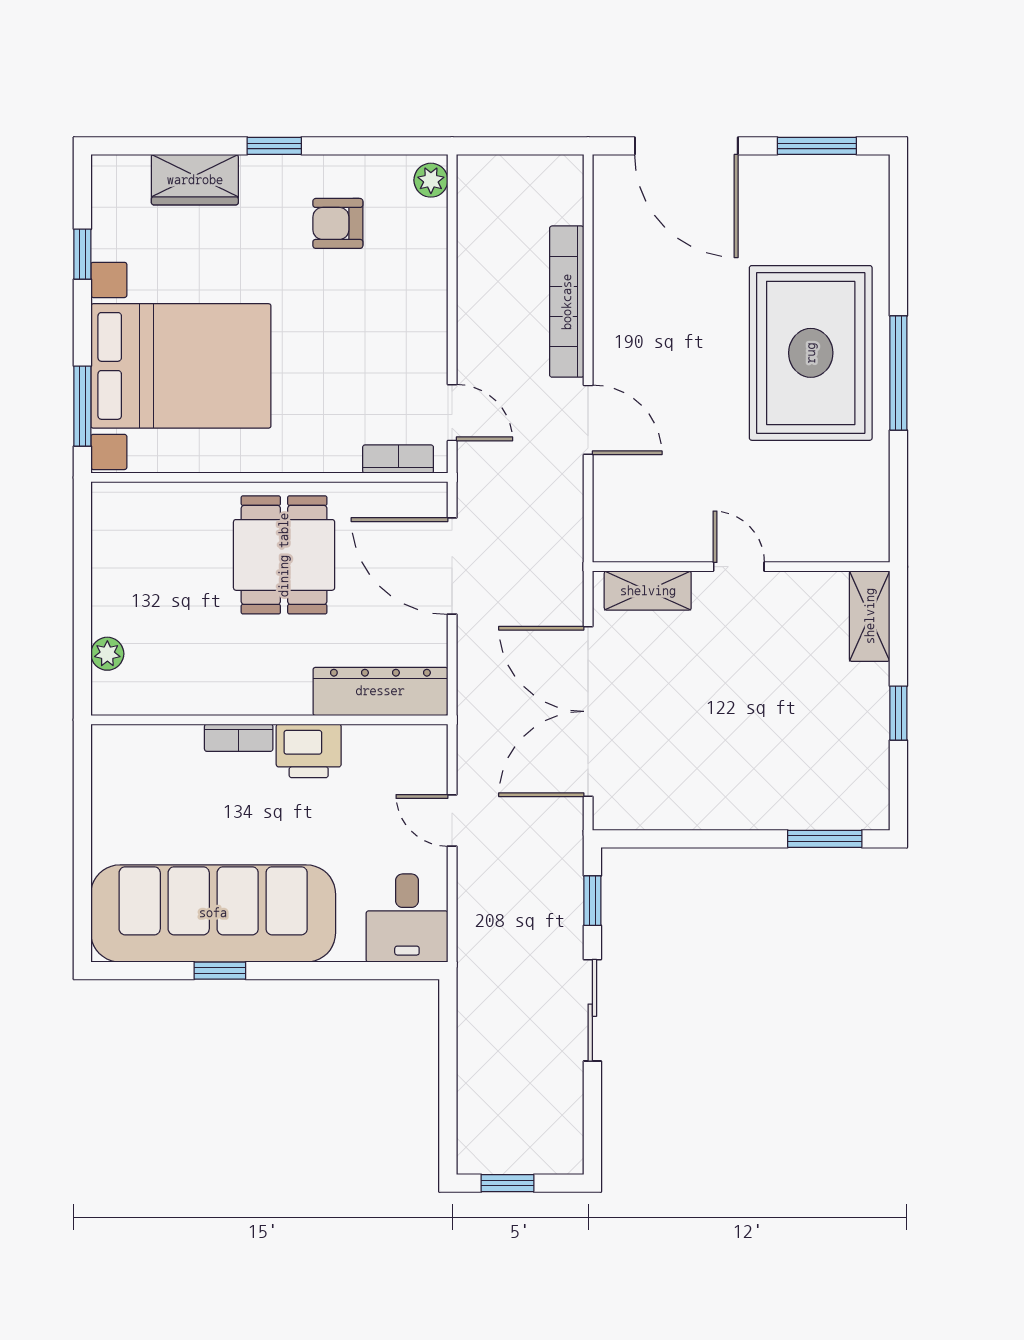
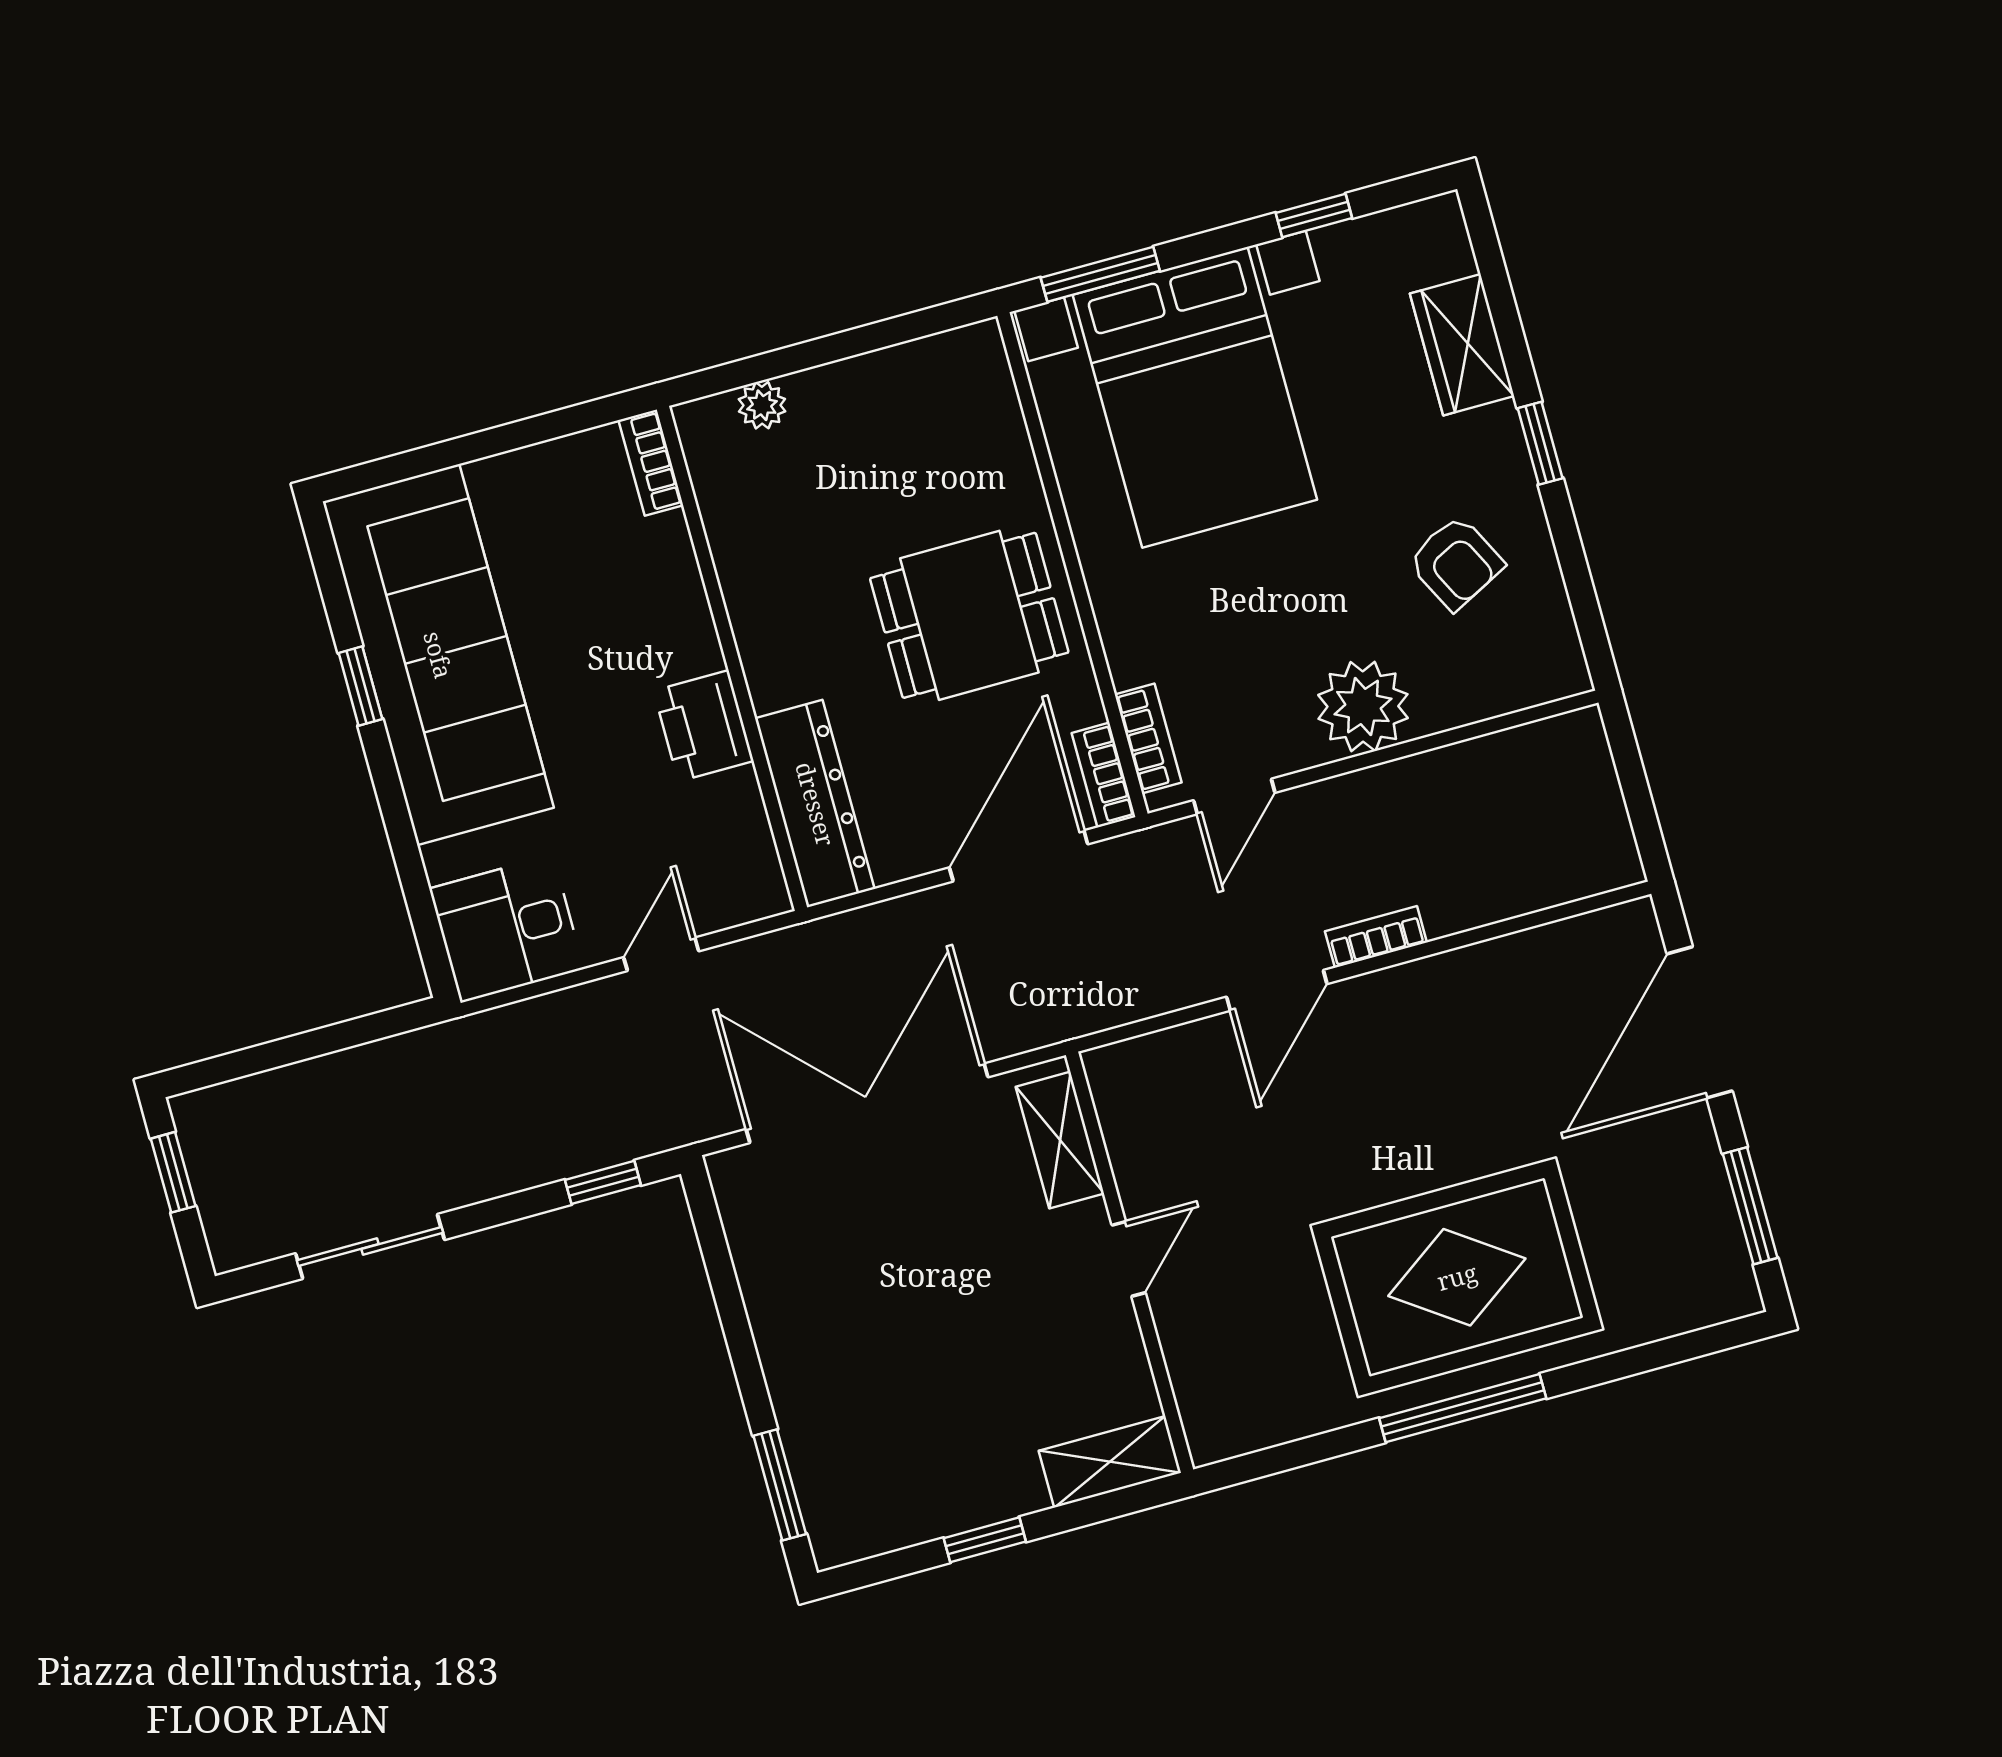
plant: (431, 180) -> (1363, 706), moved, width x1.87, depth x1.87
armchair: (338, 223) -> (1456, 563), turned 153
bookcase: (567, 302) -> (1376, 937), width x0.43, depth x0.76
bookcase: (414, 495) -> (1104, 775), added
bookcase: (239, 738) -> (651, 463), moved
sliding door: (592, 1010) -> (370, 1247), moved

